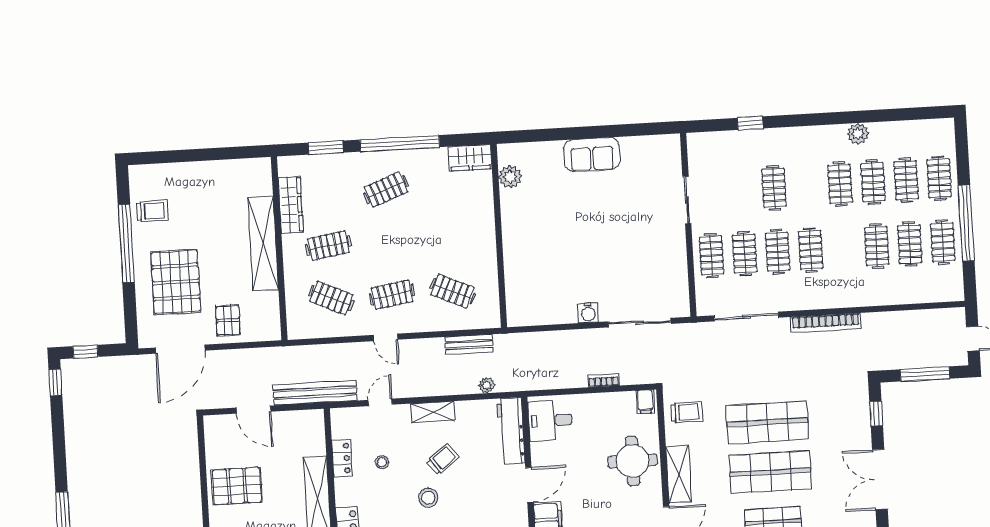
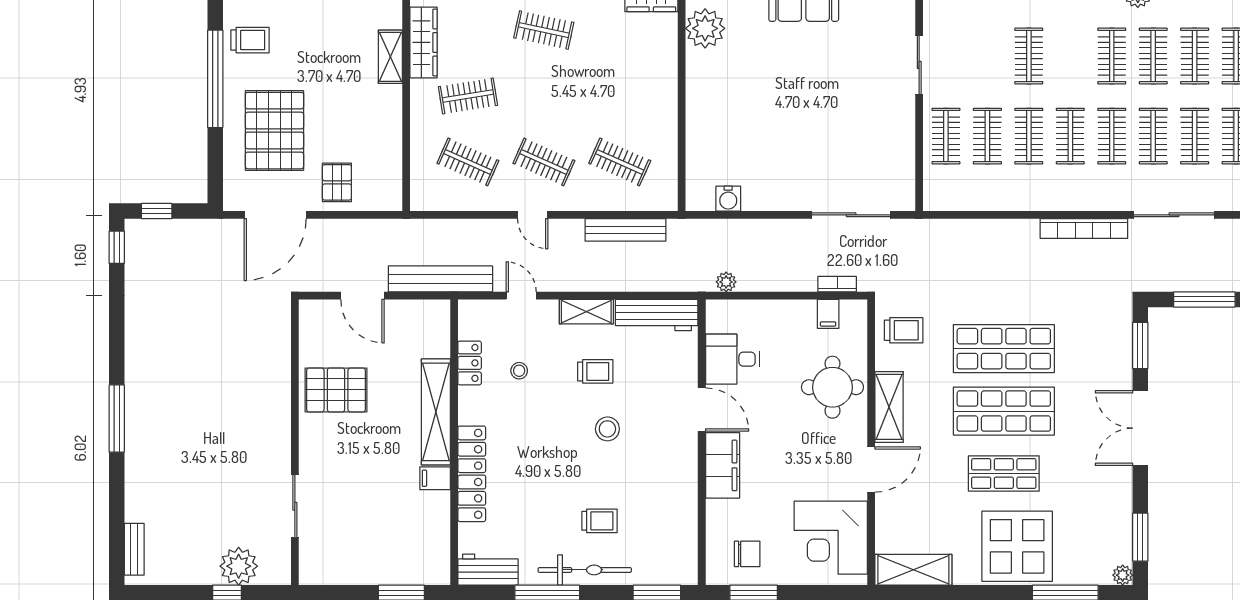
plant: (510, 177) -> (705, 28), width x1.36, depth x1.36
clothes rail: (386, 189) -> (544, 30), turned 33
shelving: (263, 244) -> (390, 57), width x0.45, depth x0.75
clothes rail: (844, 248) -> (1112, 136), added
clothes rail: (392, 295) -> (544, 162), turned 33
water cooler: (588, 313) -> (728, 199), moved
sliding door: (746, 316) -> (1174, 215), moved
bench: (469, 345) -> (625, 230), width x1.36
bookcase: (604, 380) -> (837, 284), moved
plant: (487, 385) -> (726, 282), moved
door: (380, 402) -> (521, 296), hinge flipped
filing cabinet: (645, 402) -> (828, 314), moved
window: (876, 414) -> (1140, 345), width x1.50
desk: (550, 420) -> (733, 359), moved
workbench: (511, 431) -> (657, 315), moved, turned -90
trolley: (443, 459) -> (595, 371), turned 37
door: (529, 485) -> (702, 410), hinge flipped
stool: (428, 498) -> (607, 429), moved

